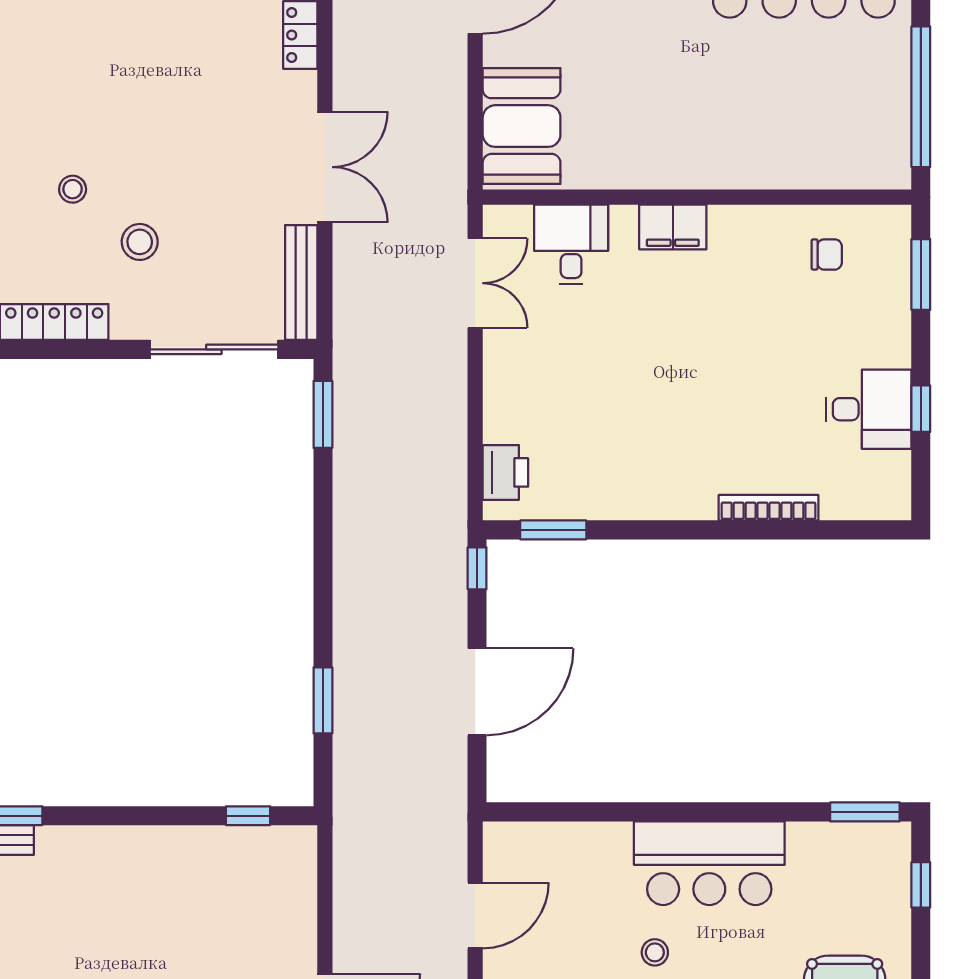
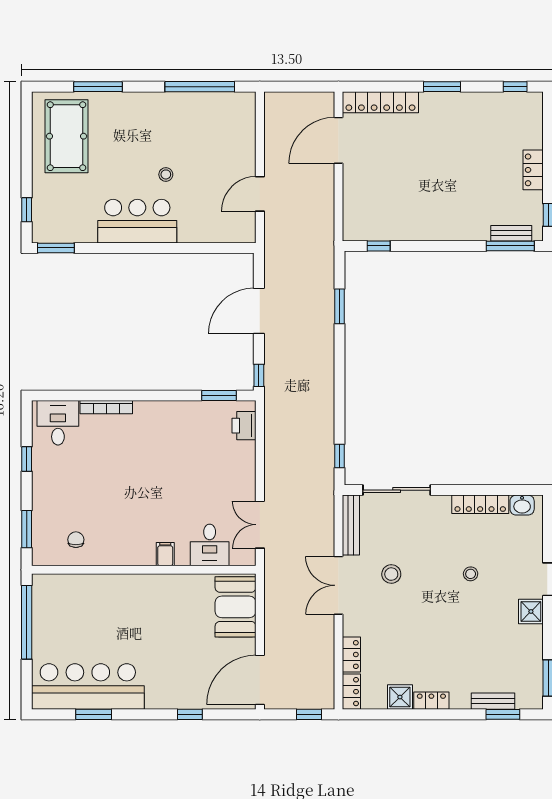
filing cabinet: (673, 227) -> (165, 554), width x0.50
stool: (140, 242) -> (391, 574), moved
chair: (827, 254) -> (76, 540), turned 90
desk: (869, 409) -> (58, 423), moved, turned 90
window: (323, 414) -> (340, 456), width x0.67

